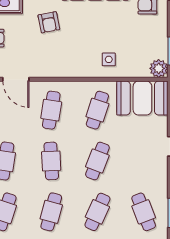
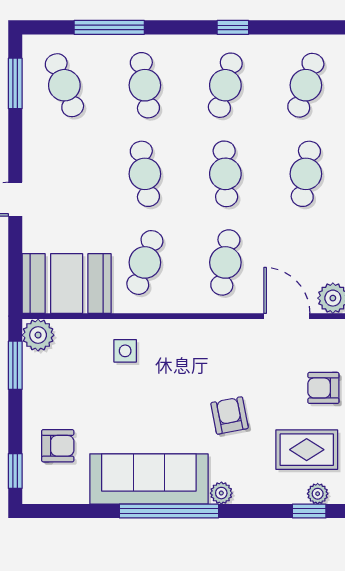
cafe table: (97, 161) -> (145, 174), turned -30
cafe table: (97, 212) -> (145, 85), turned -33

